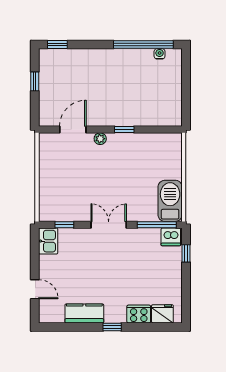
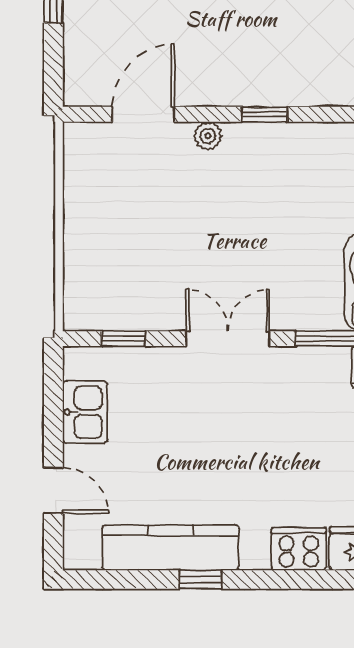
kitchen sink: (48, 241) -> (85, 412), moved
kitchen counter: (84, 313) -> (170, 548), width x1.50
window: (112, 327) -> (201, 580), moved

